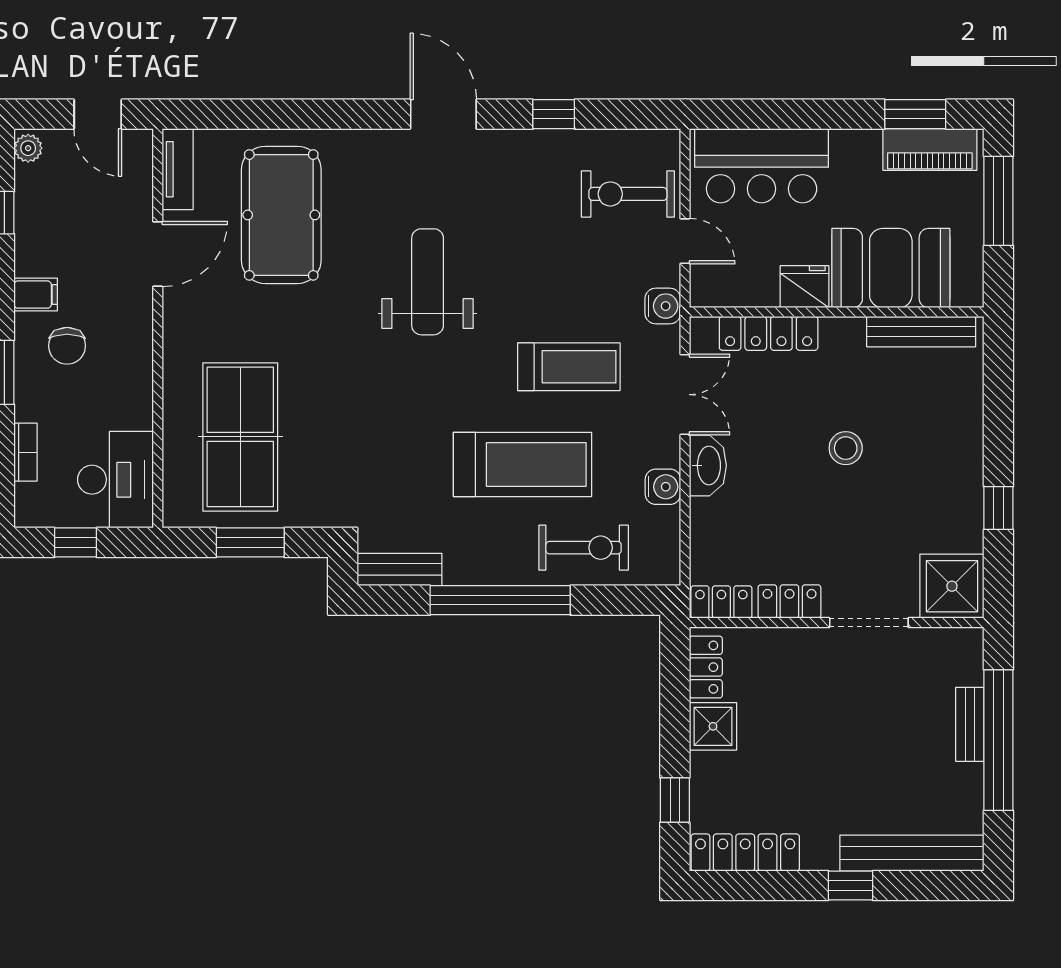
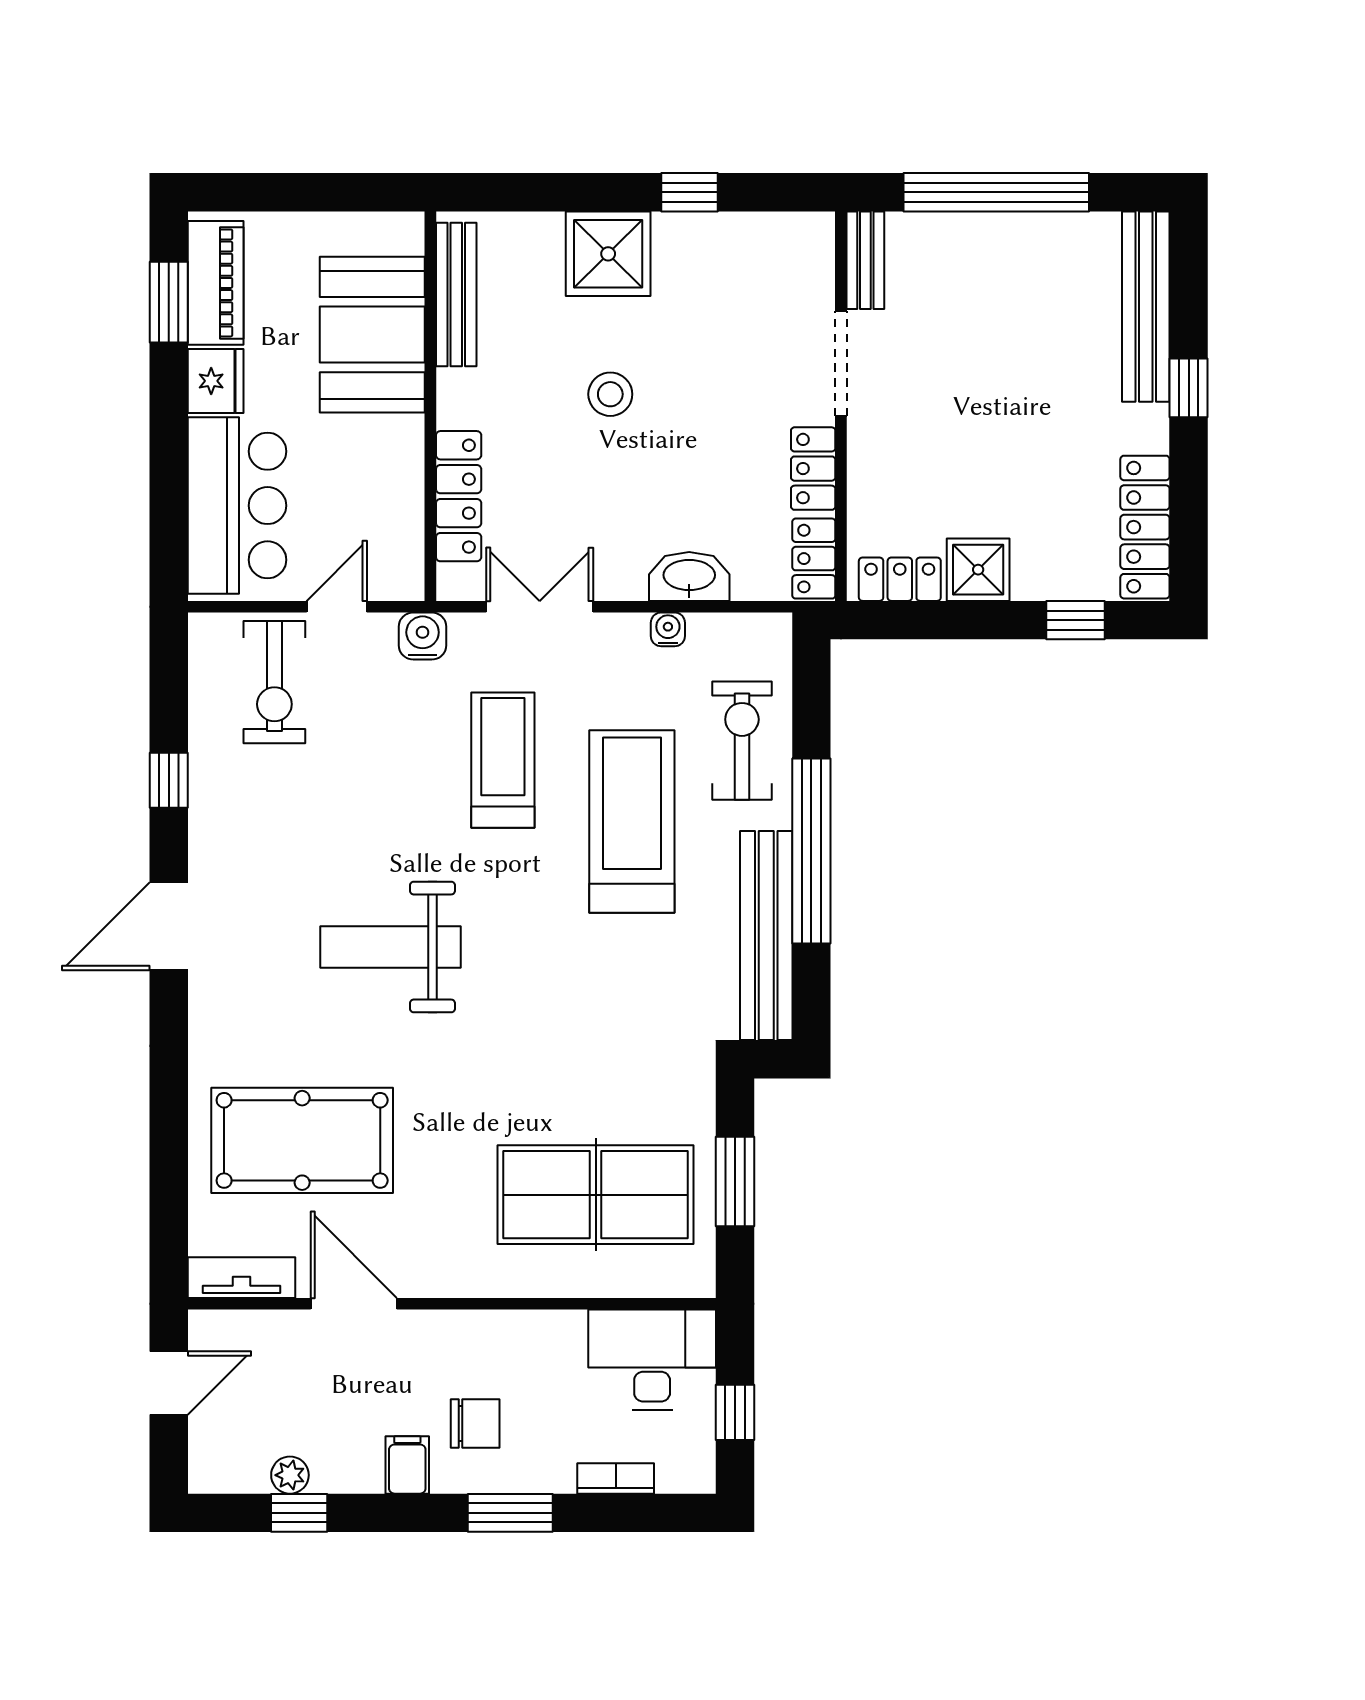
plant: (28, 148) -> (290, 1475), moved
window: (998, 201) -> (284, 192), removed
fridge: (805, 287) -> (216, 381), moved, turned 180
washbasin: (708, 466) -> (689, 576), moved
water cooler: (663, 487) -> (668, 629), width x0.72, depth x0.72
bench: (400, 570) -> (766, 936), width x1.86, depth x1.21
shower: (952, 586) -> (608, 254), moved
bench: (970, 724) -> (865, 260), moved, turned 90

